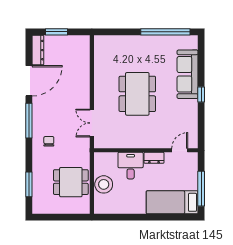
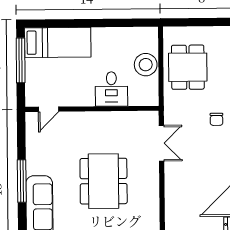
window: (201, 95) -> (22, 181), width x2.17
dresser: (154, 158) -> (81, 99), removed
dining table: (71, 182) -> (188, 67), turned 90

